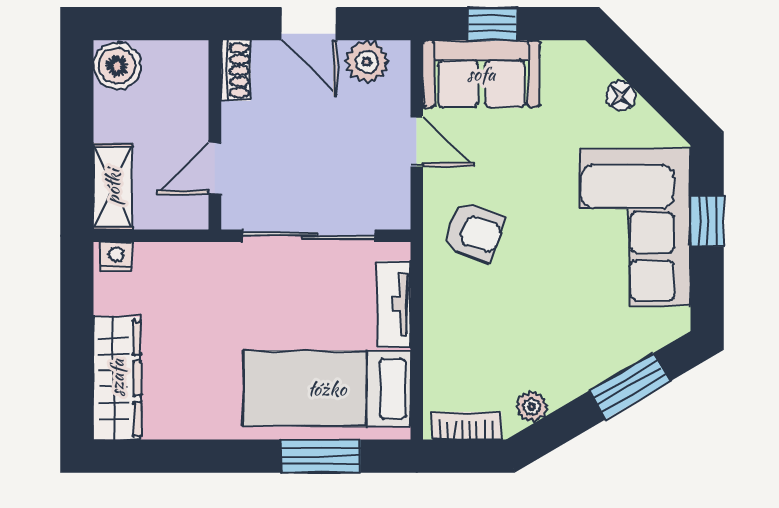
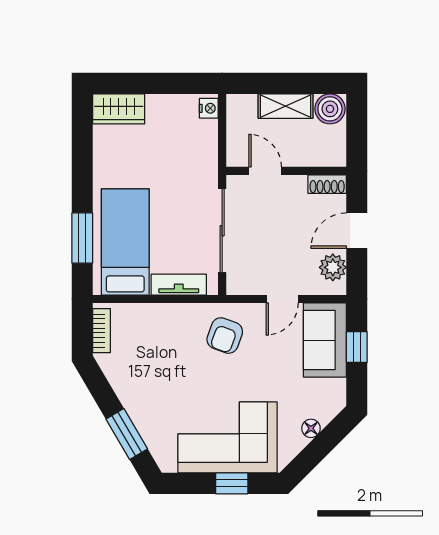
shelving: (113, 187) -> (285, 106), moved
wardrobe: (117, 378) -> (119, 109), width x0.67
plant: (532, 407) -> (114, 372), removed

